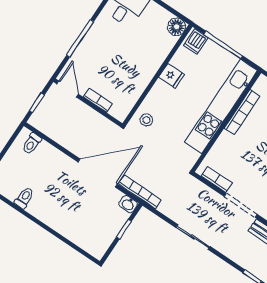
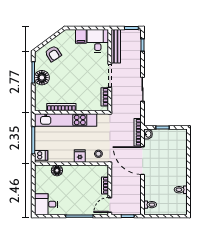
floor lamp: (177, 27) -> (57, 170), moved
fridge: (172, 76) -> (80, 156), moved

